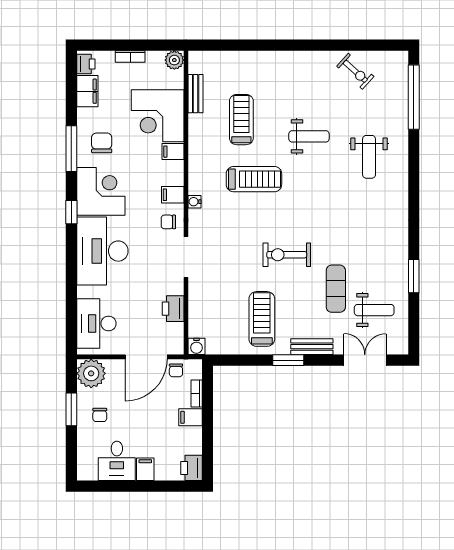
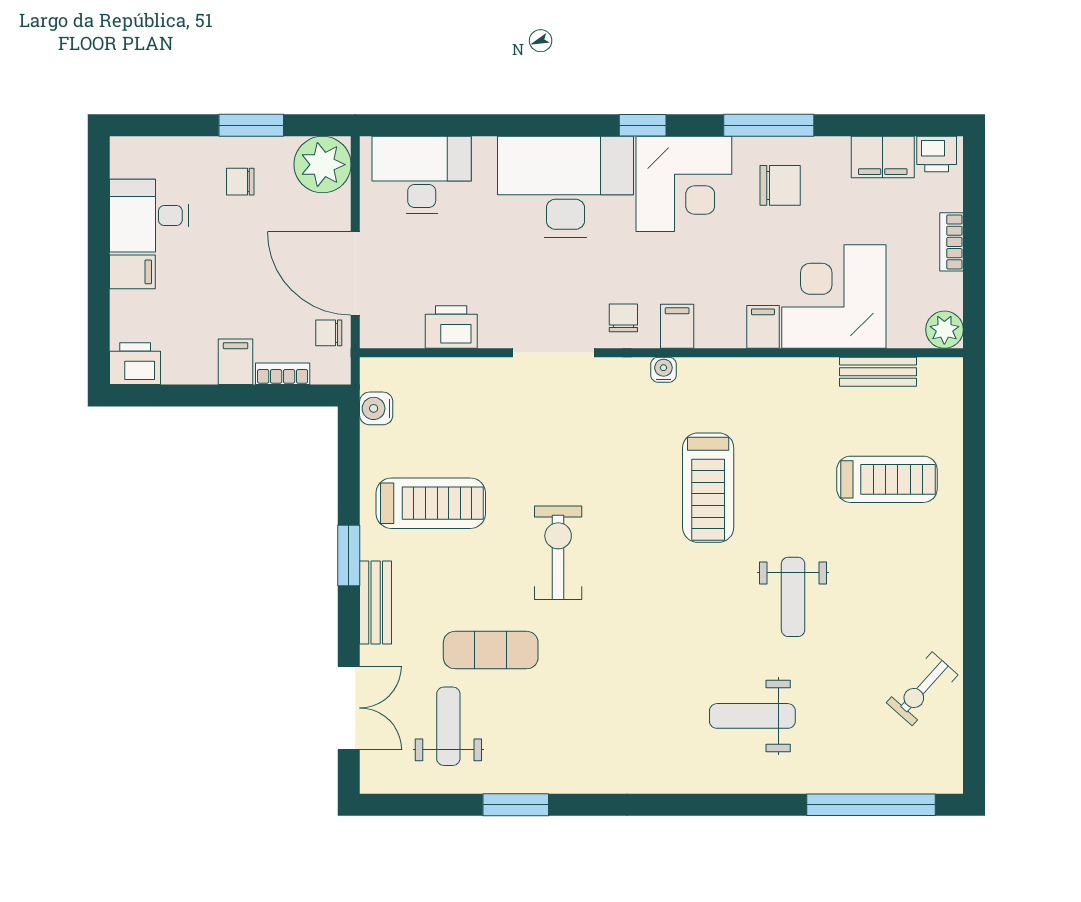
treadmill: (241, 120) -> (887, 479), moved
weight bench: (374, 310) -> (448, 726), turned 180
water cooler: (196, 346) -> (376, 408), moved

